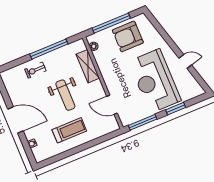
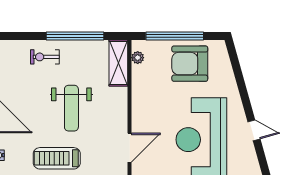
shelving: (88, 66) -> (118, 63), moved
door: (112, 105) -> (129, 148), swing flipped
treadmill: (69, 130) -> (57, 158), turned 180

